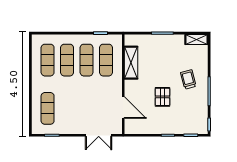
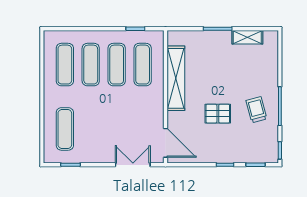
shelving: (196, 39) -> (247, 37), moved
shelving: (131, 63) -> (176, 78), width x1.47
trolley: (188, 79) -> (256, 110), moved
pallet: (162, 97) -> (218, 114), turned 90
door: (123, 108) -> (166, 143), moved
double door: (99, 135) -> (133, 165), swing flipped

